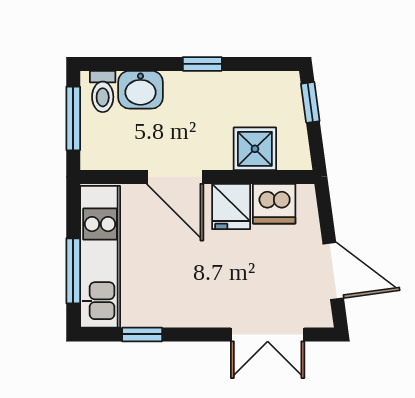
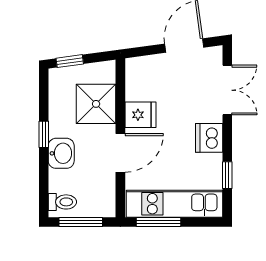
washbasin: (140, 90) -> (61, 153), moved
shower: (255, 149) -> (96, 104), width x1.36, depth x1.36
dishwasher: (274, 204) -> (209, 138), moved, turned 180
window: (73, 271) -> (158, 222), moved

